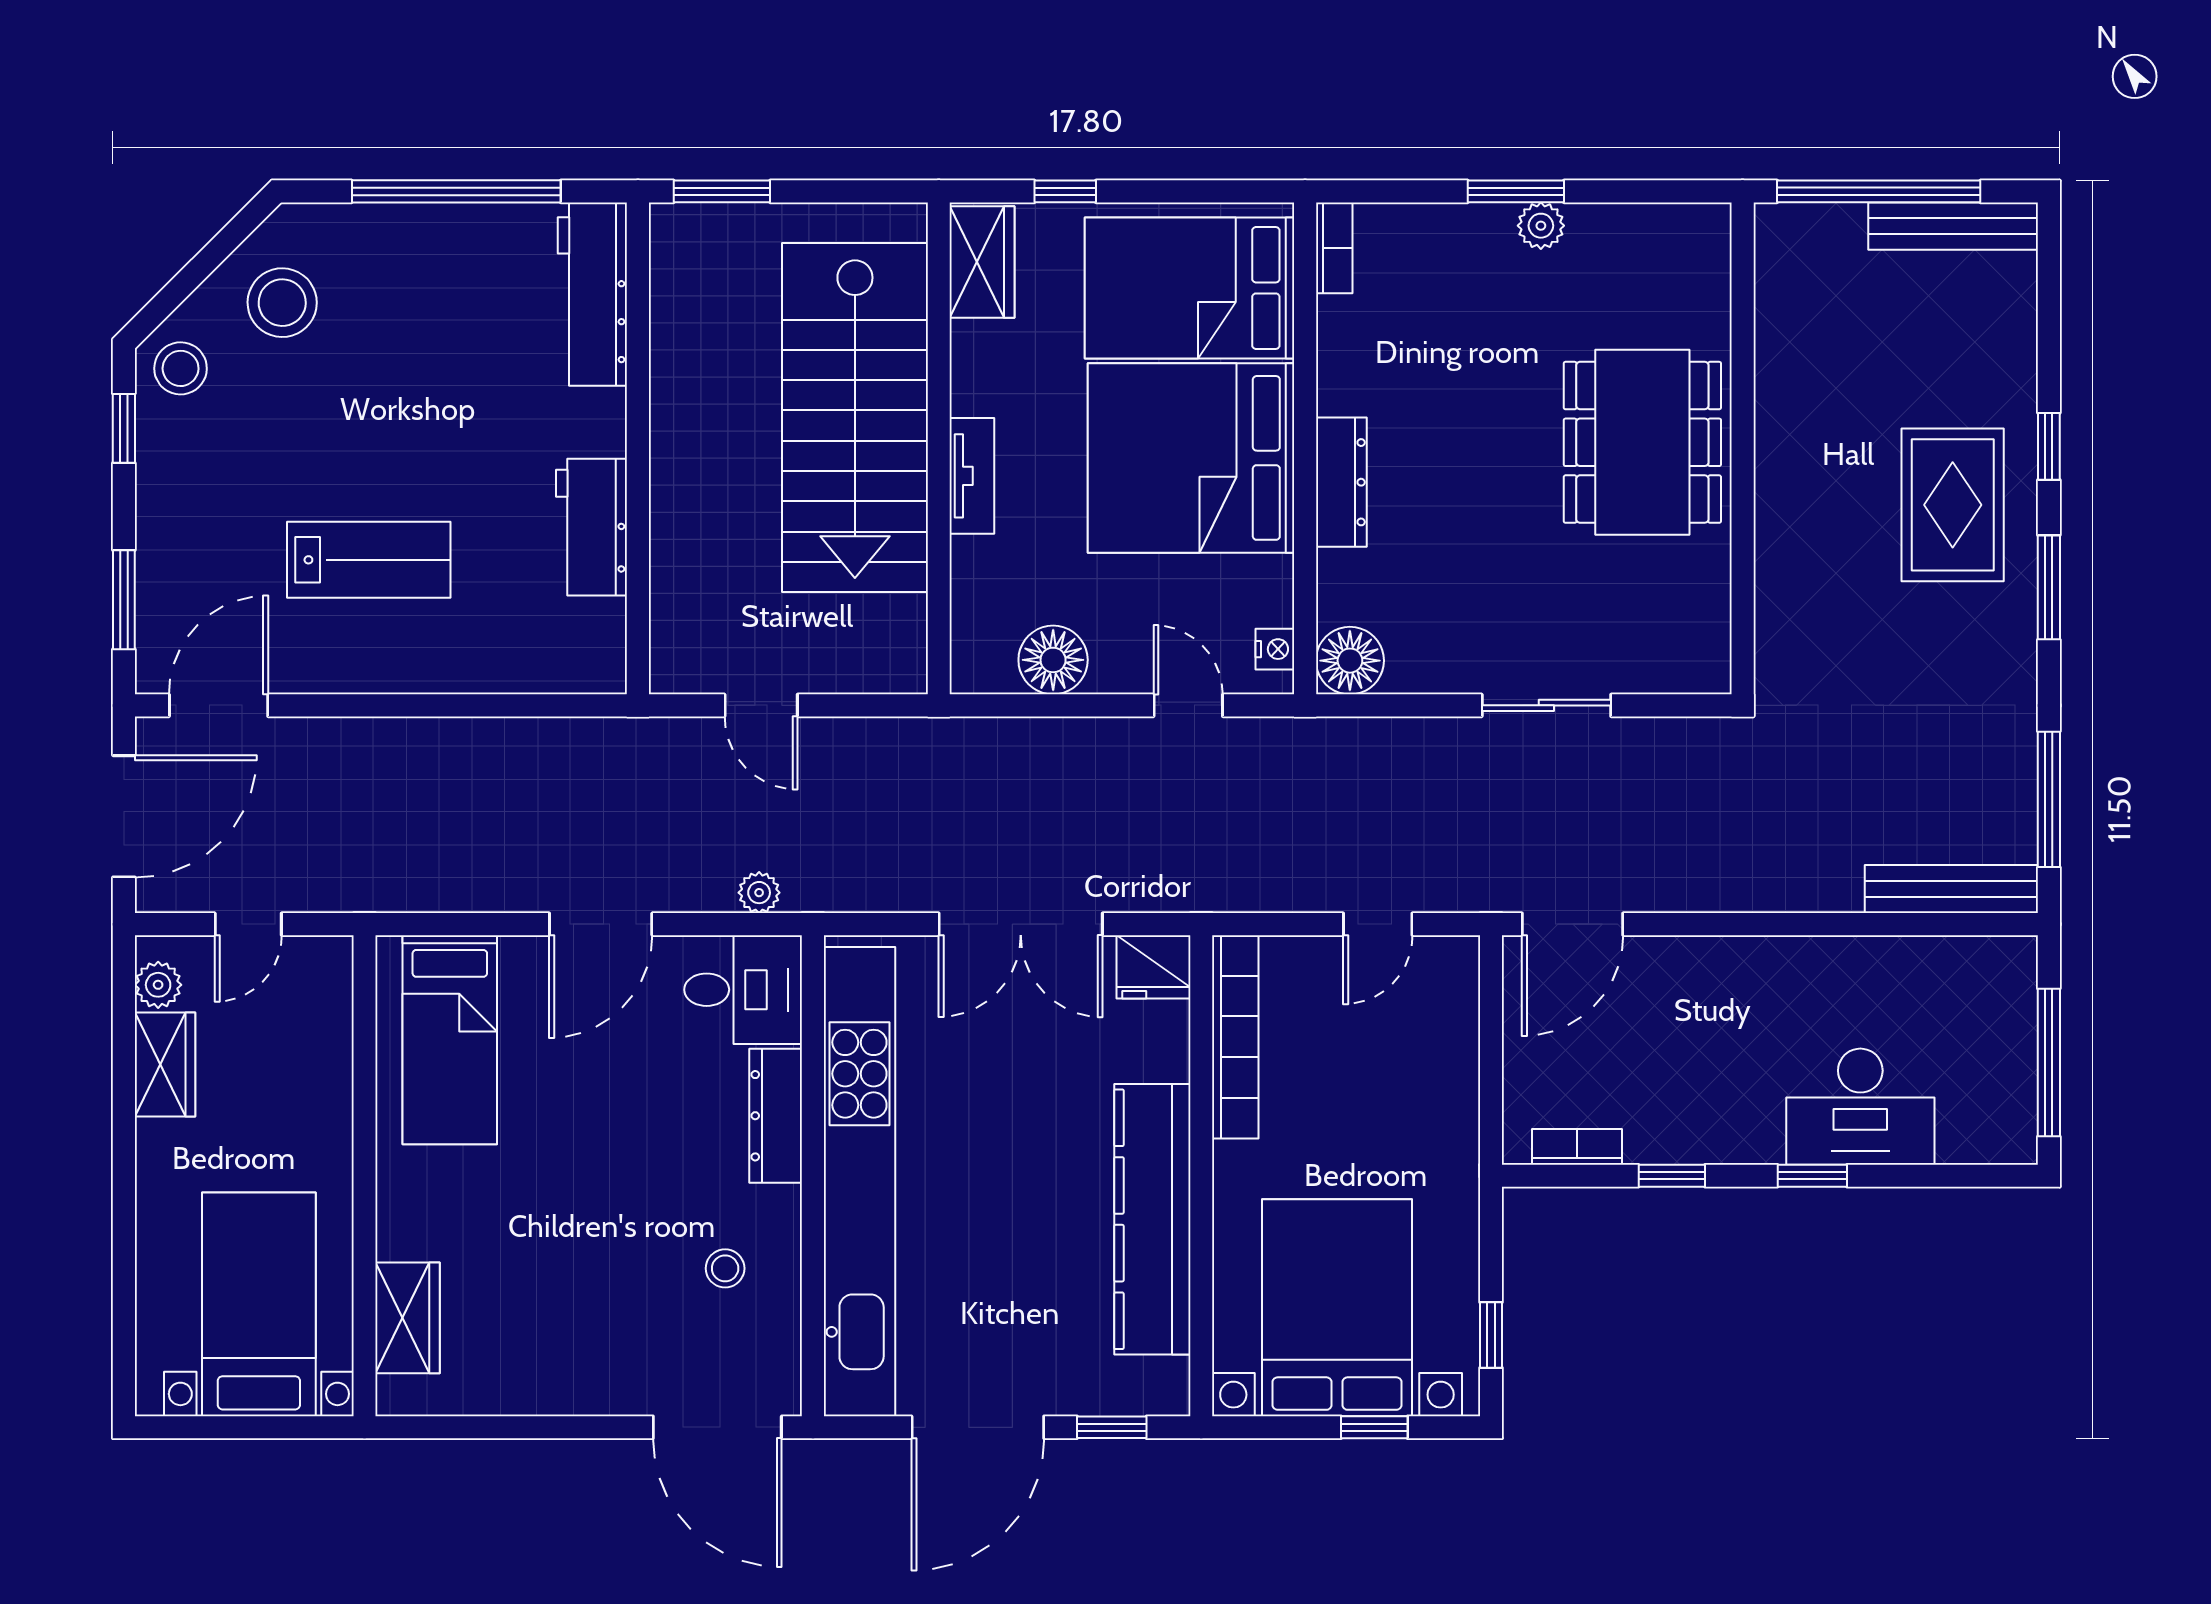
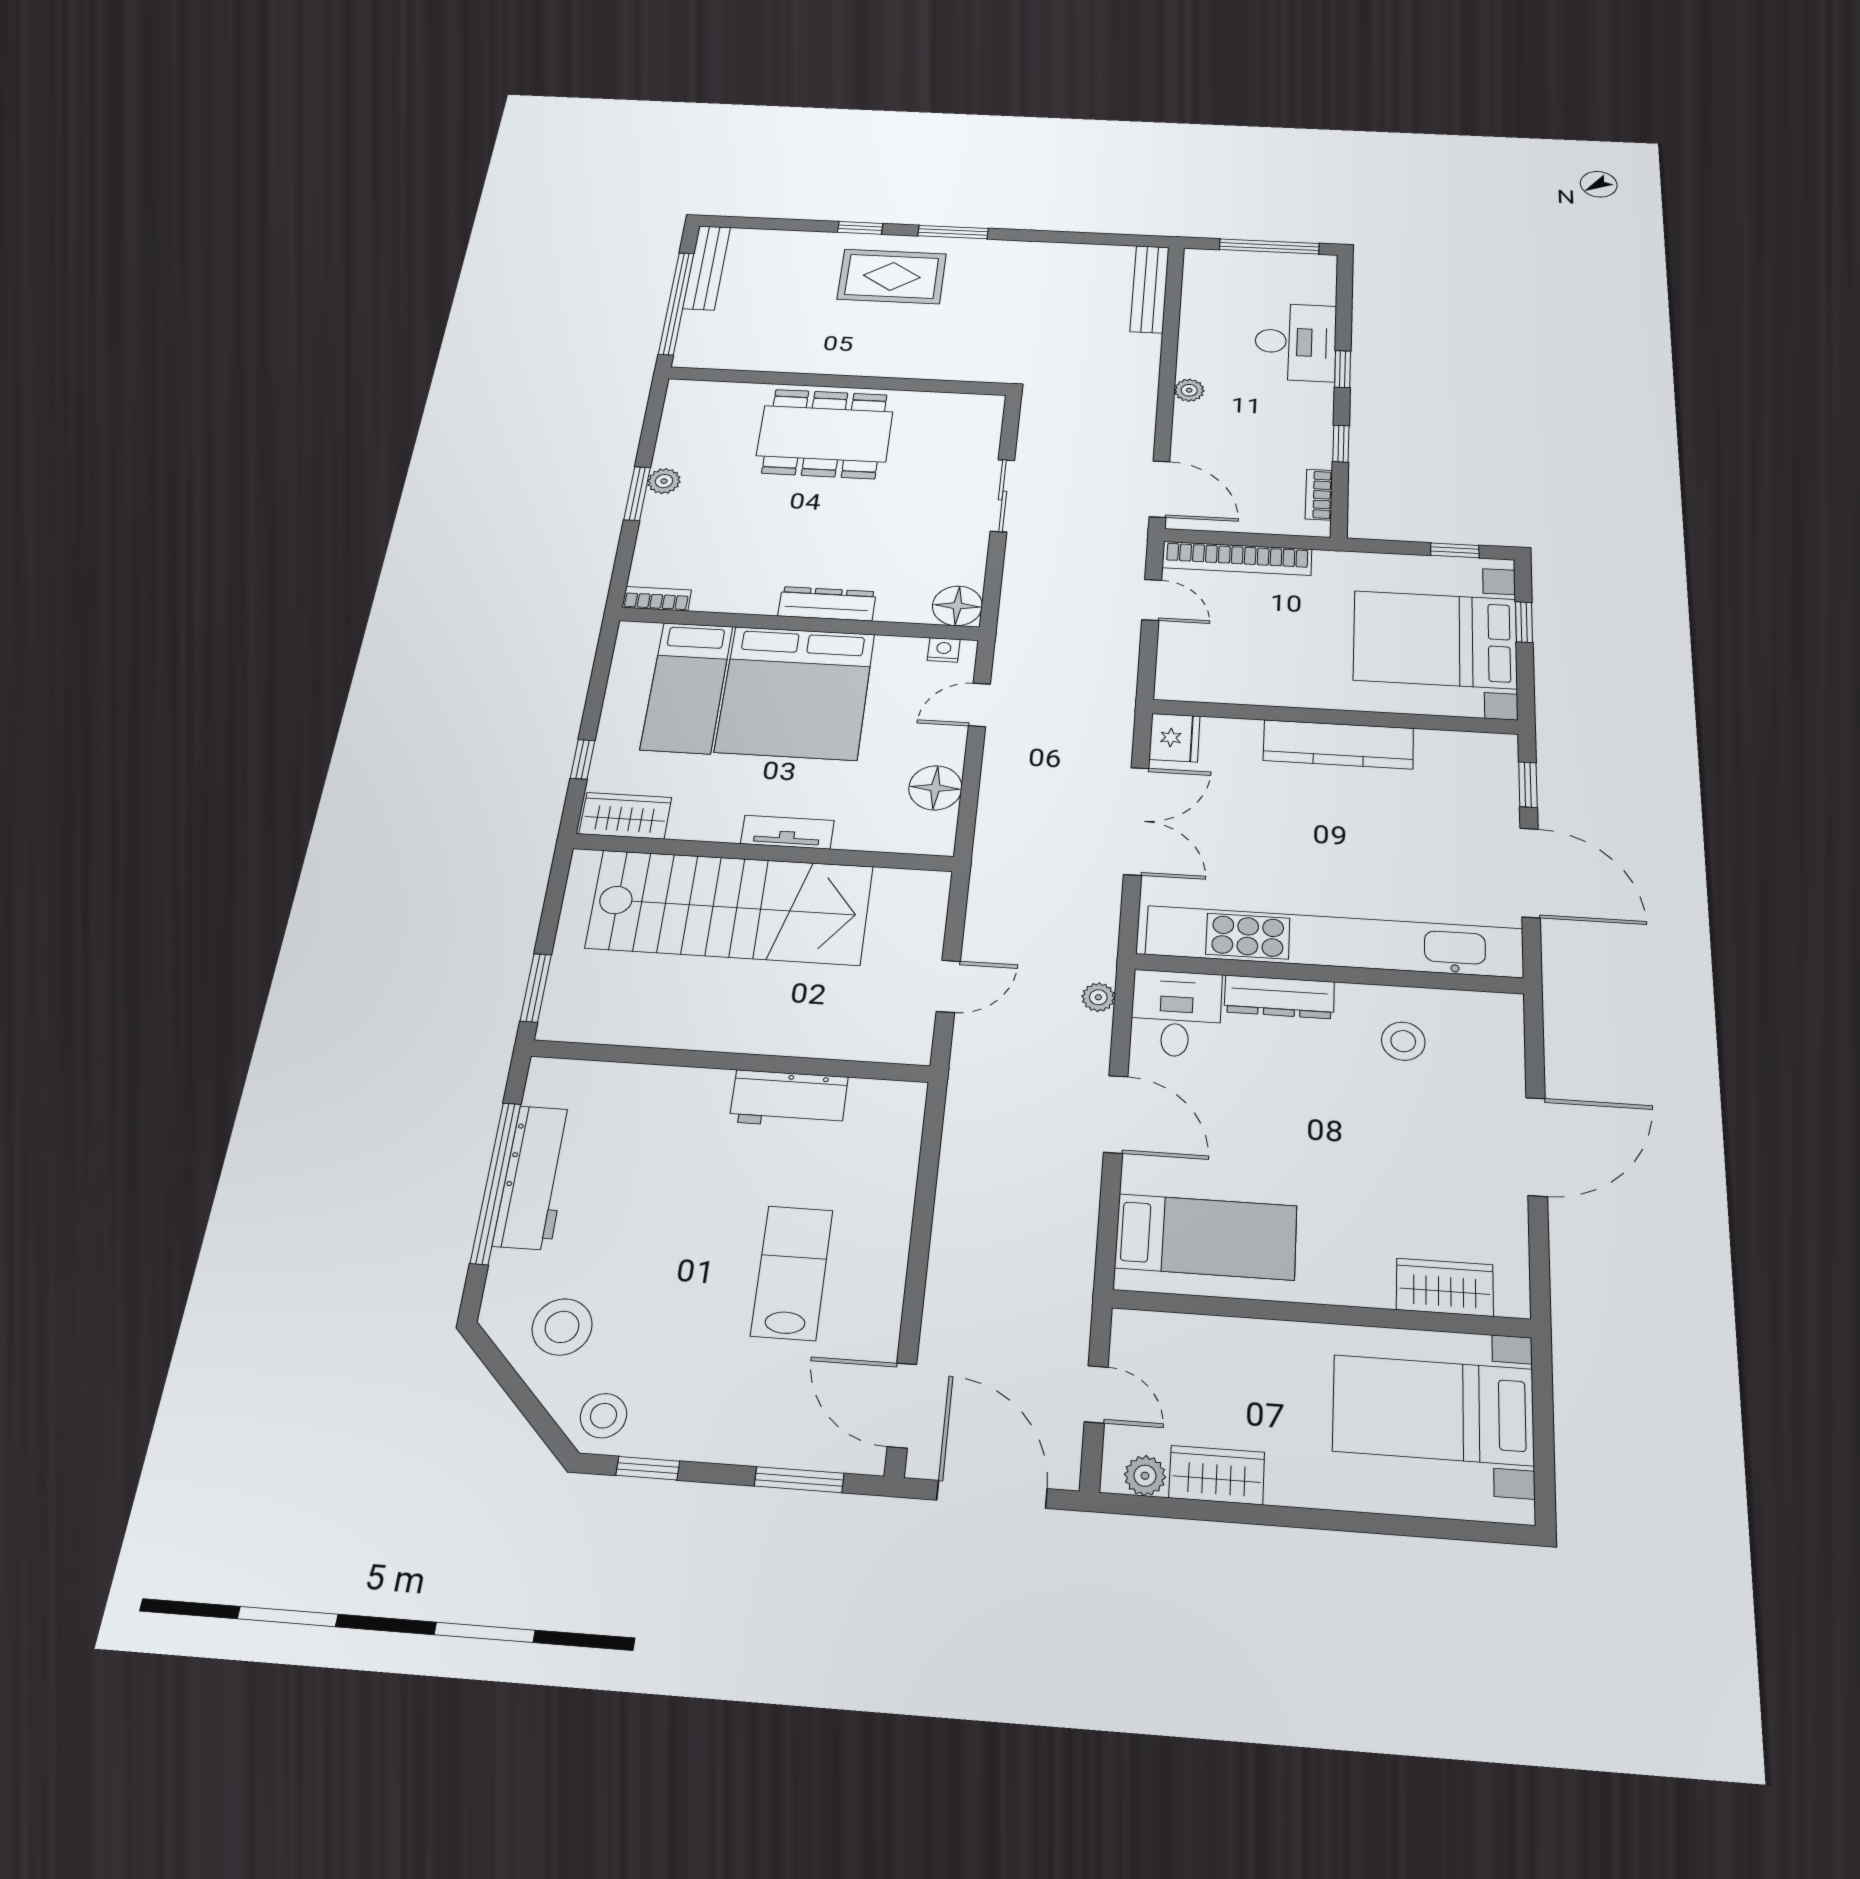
bed: (1189, 288) -> (687, 688), width x0.67
workbench: (592, 294) -> (535, 1177), moved, turned -90
window: (2049, 799) -> (1094, 239), removed
plant: (1758, 957) -> (1189, 390), added
bookcase: (1235, 1037) -> (1237, 558), moved, turned 180
kitchen counter: (1152, 1219) -> (1338, 744), width x0.72, depth x0.86
stool: (725, 1268) -> (1403, 1041), width x1.37, depth x1.37
door: (717, 1427) -> (1537, 1147), moved

